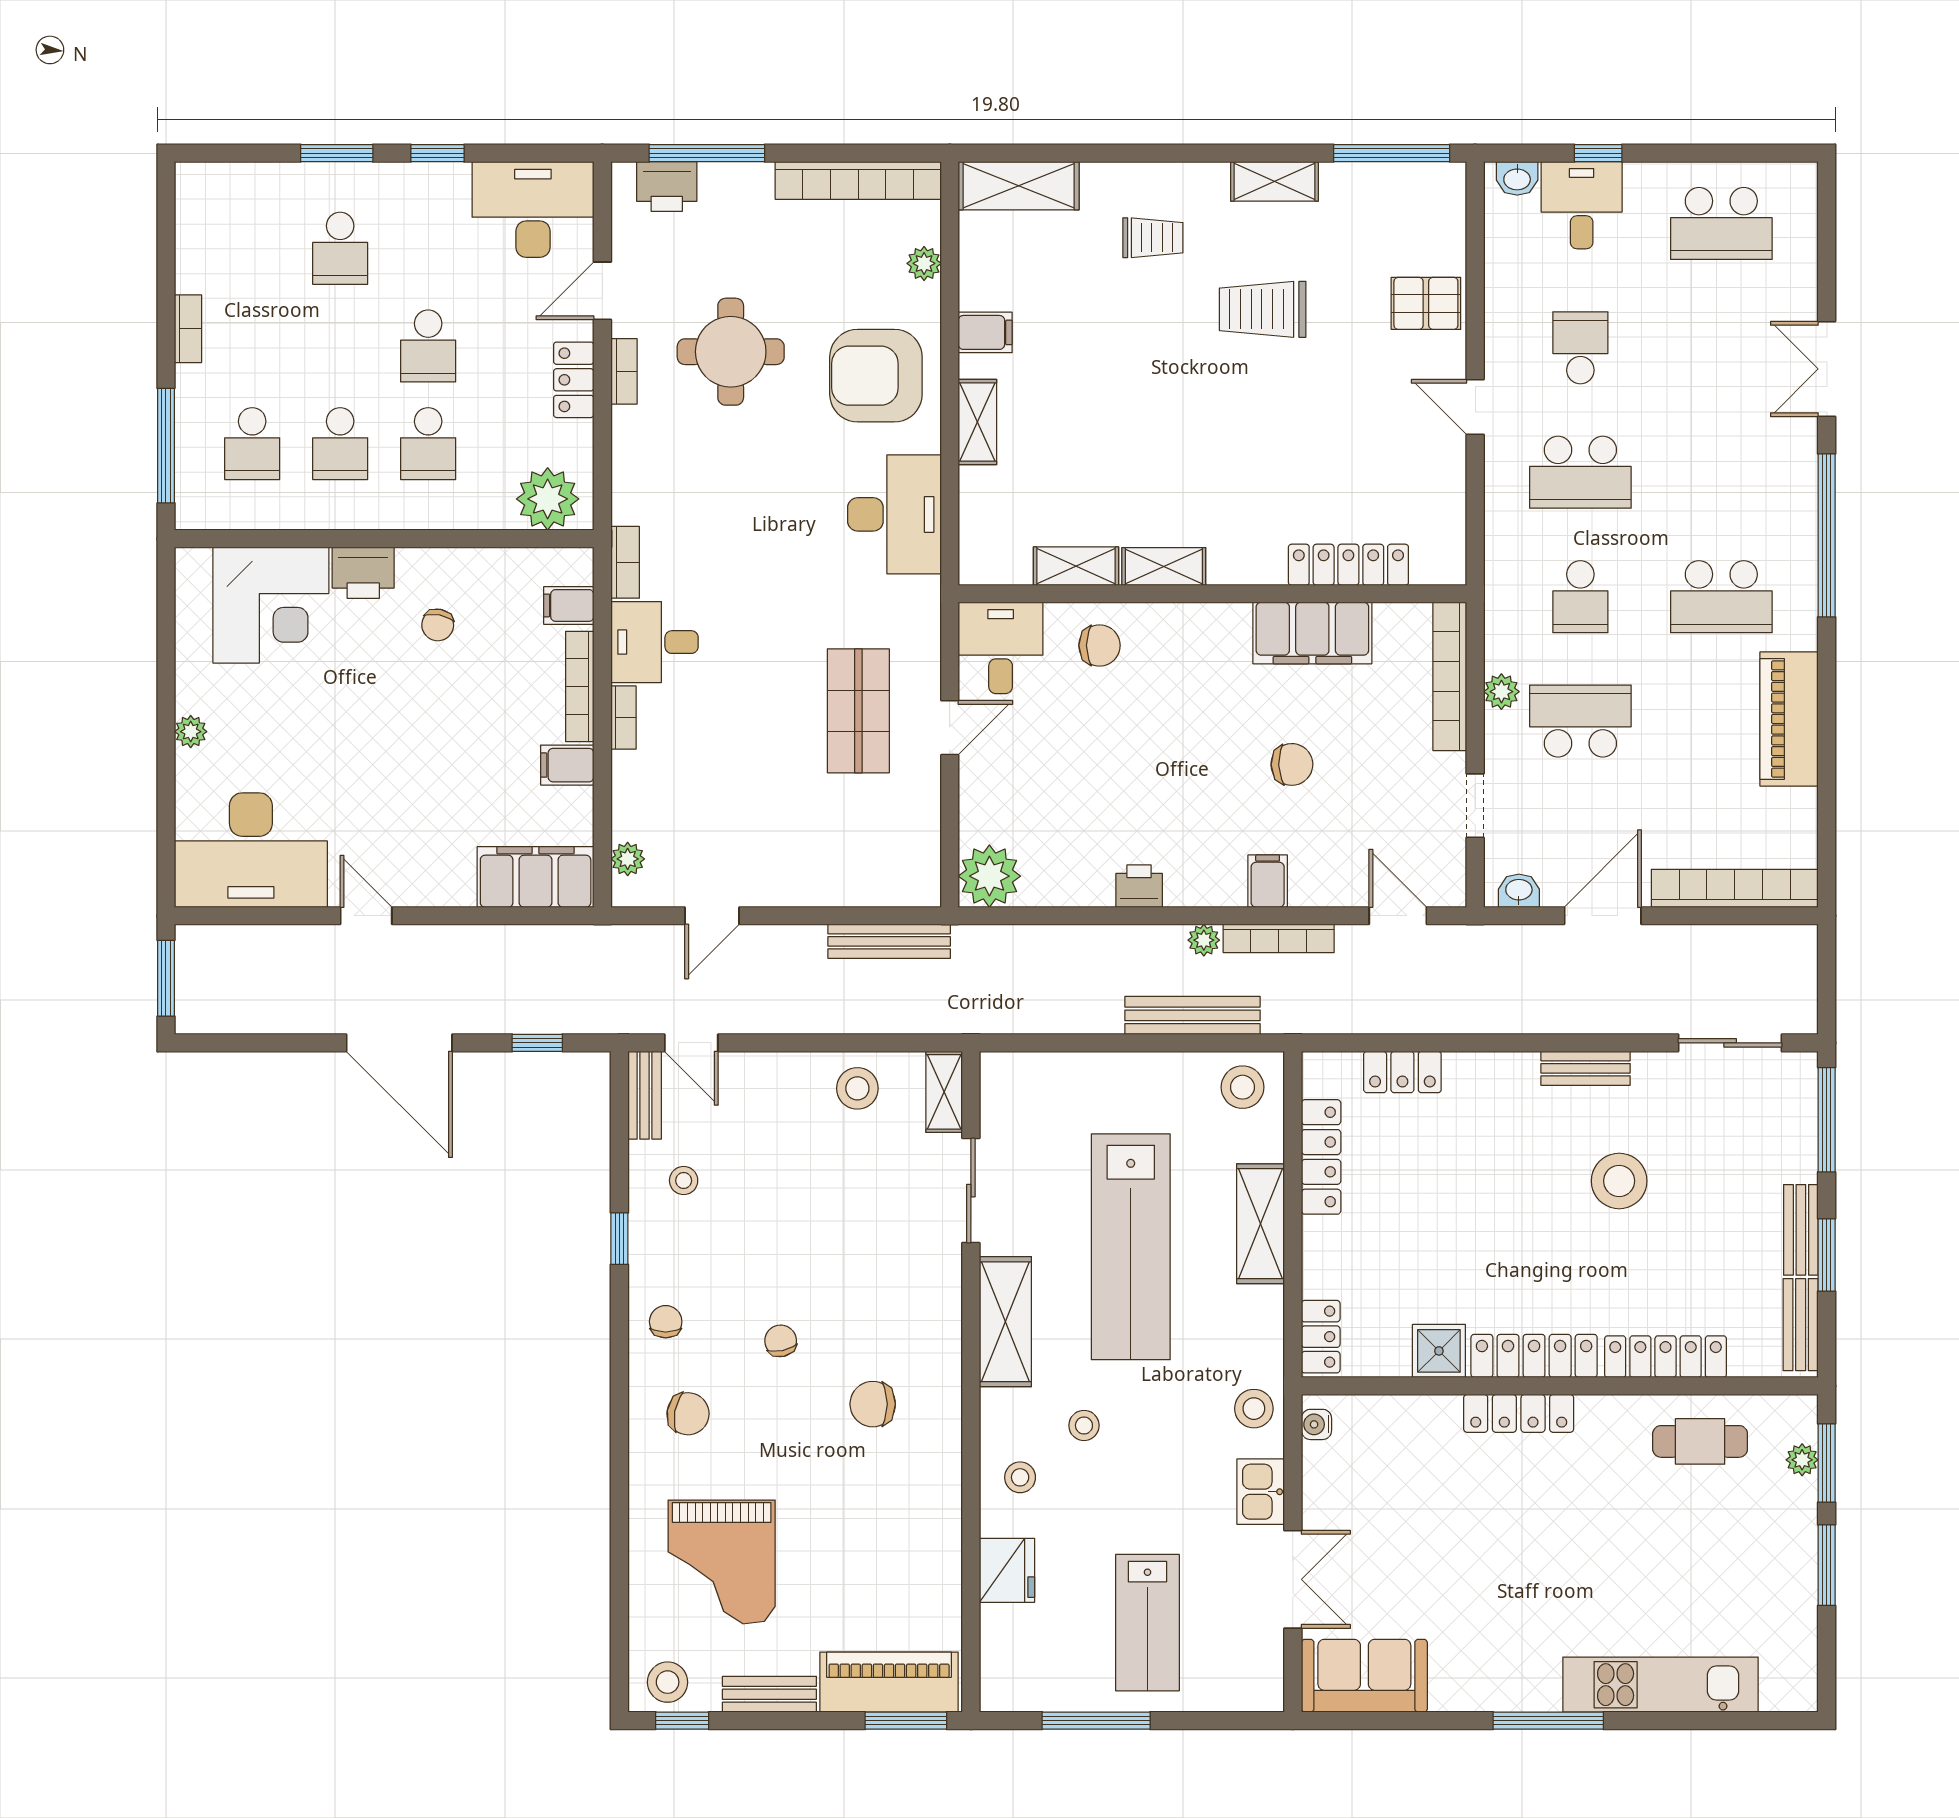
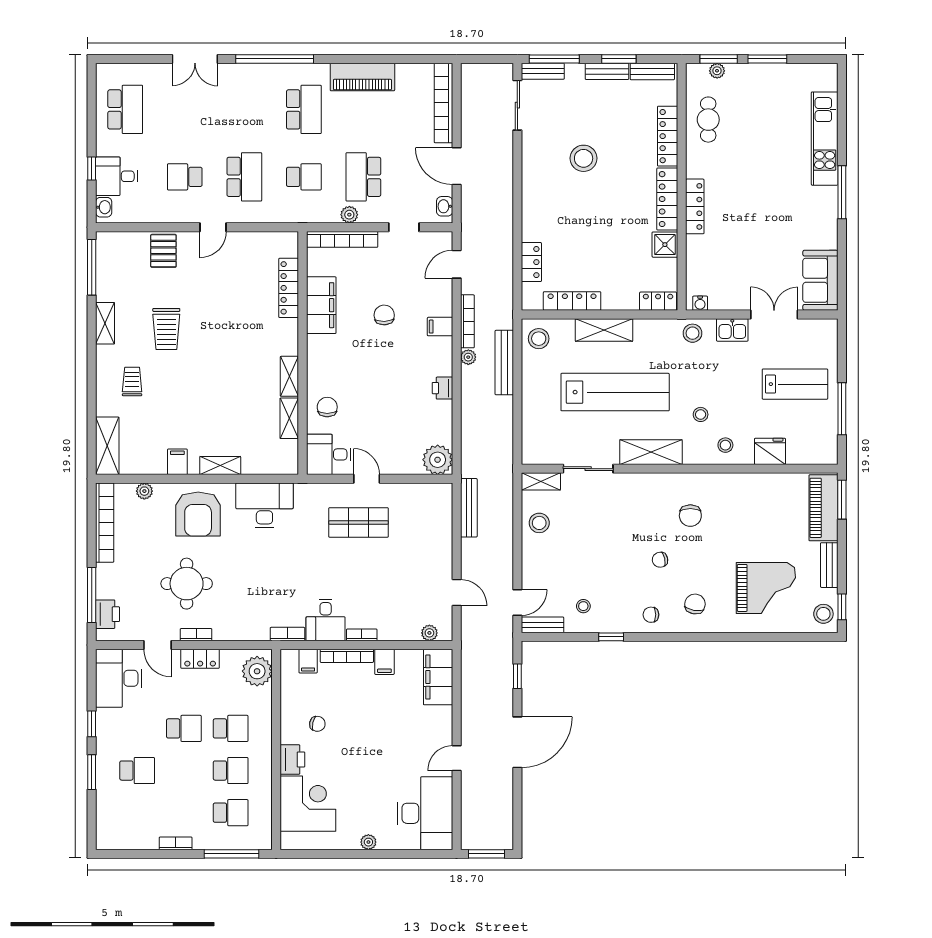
bench: (1586, 1068) -> (543, 71), moved, turned 90

